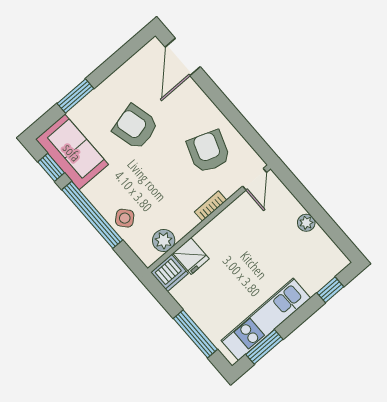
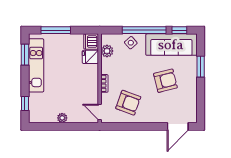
door: (183, 57) -> (178, 126), swing flipped
sofa: (72, 152) -> (171, 45), width x1.36

